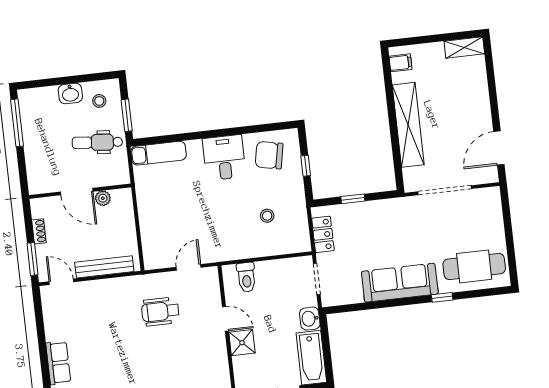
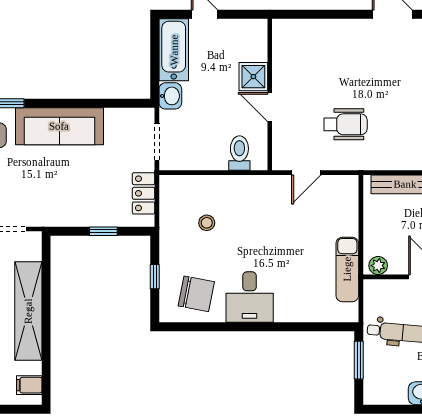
stool: (99, 101) -> (389, 381), removed
exam couch: (159, 153) -> (347, 269), moved, turned -90
plant: (103, 198) -> (378, 266), moved

